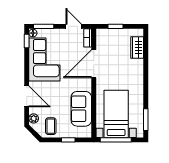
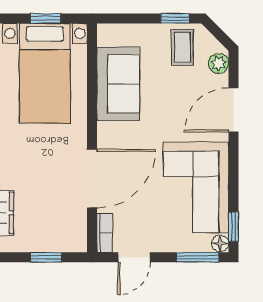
door: (74, 26) -> (134, 257), hinge flipped
door: (27, 96) -> (233, 110), hinge flipped
window: (68, 140) -> (175, 18), moved
window: (116, 140) -> (46, 18), width x0.46

